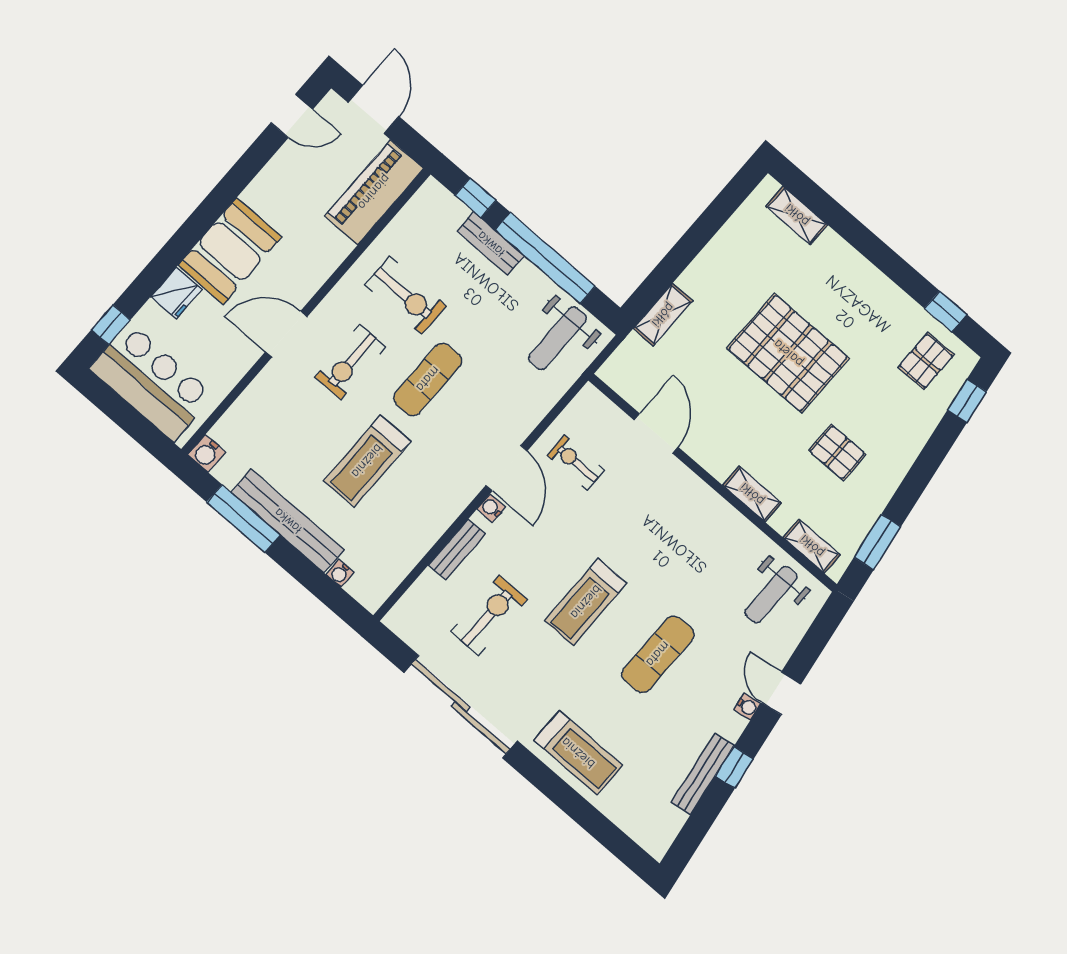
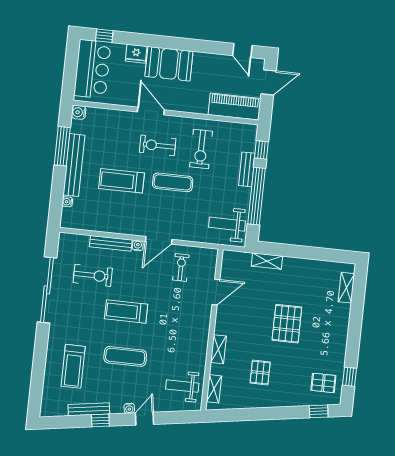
pallet: (788, 353) -> (287, 324), width x0.73, depth x0.71
window: (877, 542) -> (235, 415), removed
bench: (457, 550) -> (111, 243), width x1.36
treadmill: (578, 753) -> (73, 366), moved

